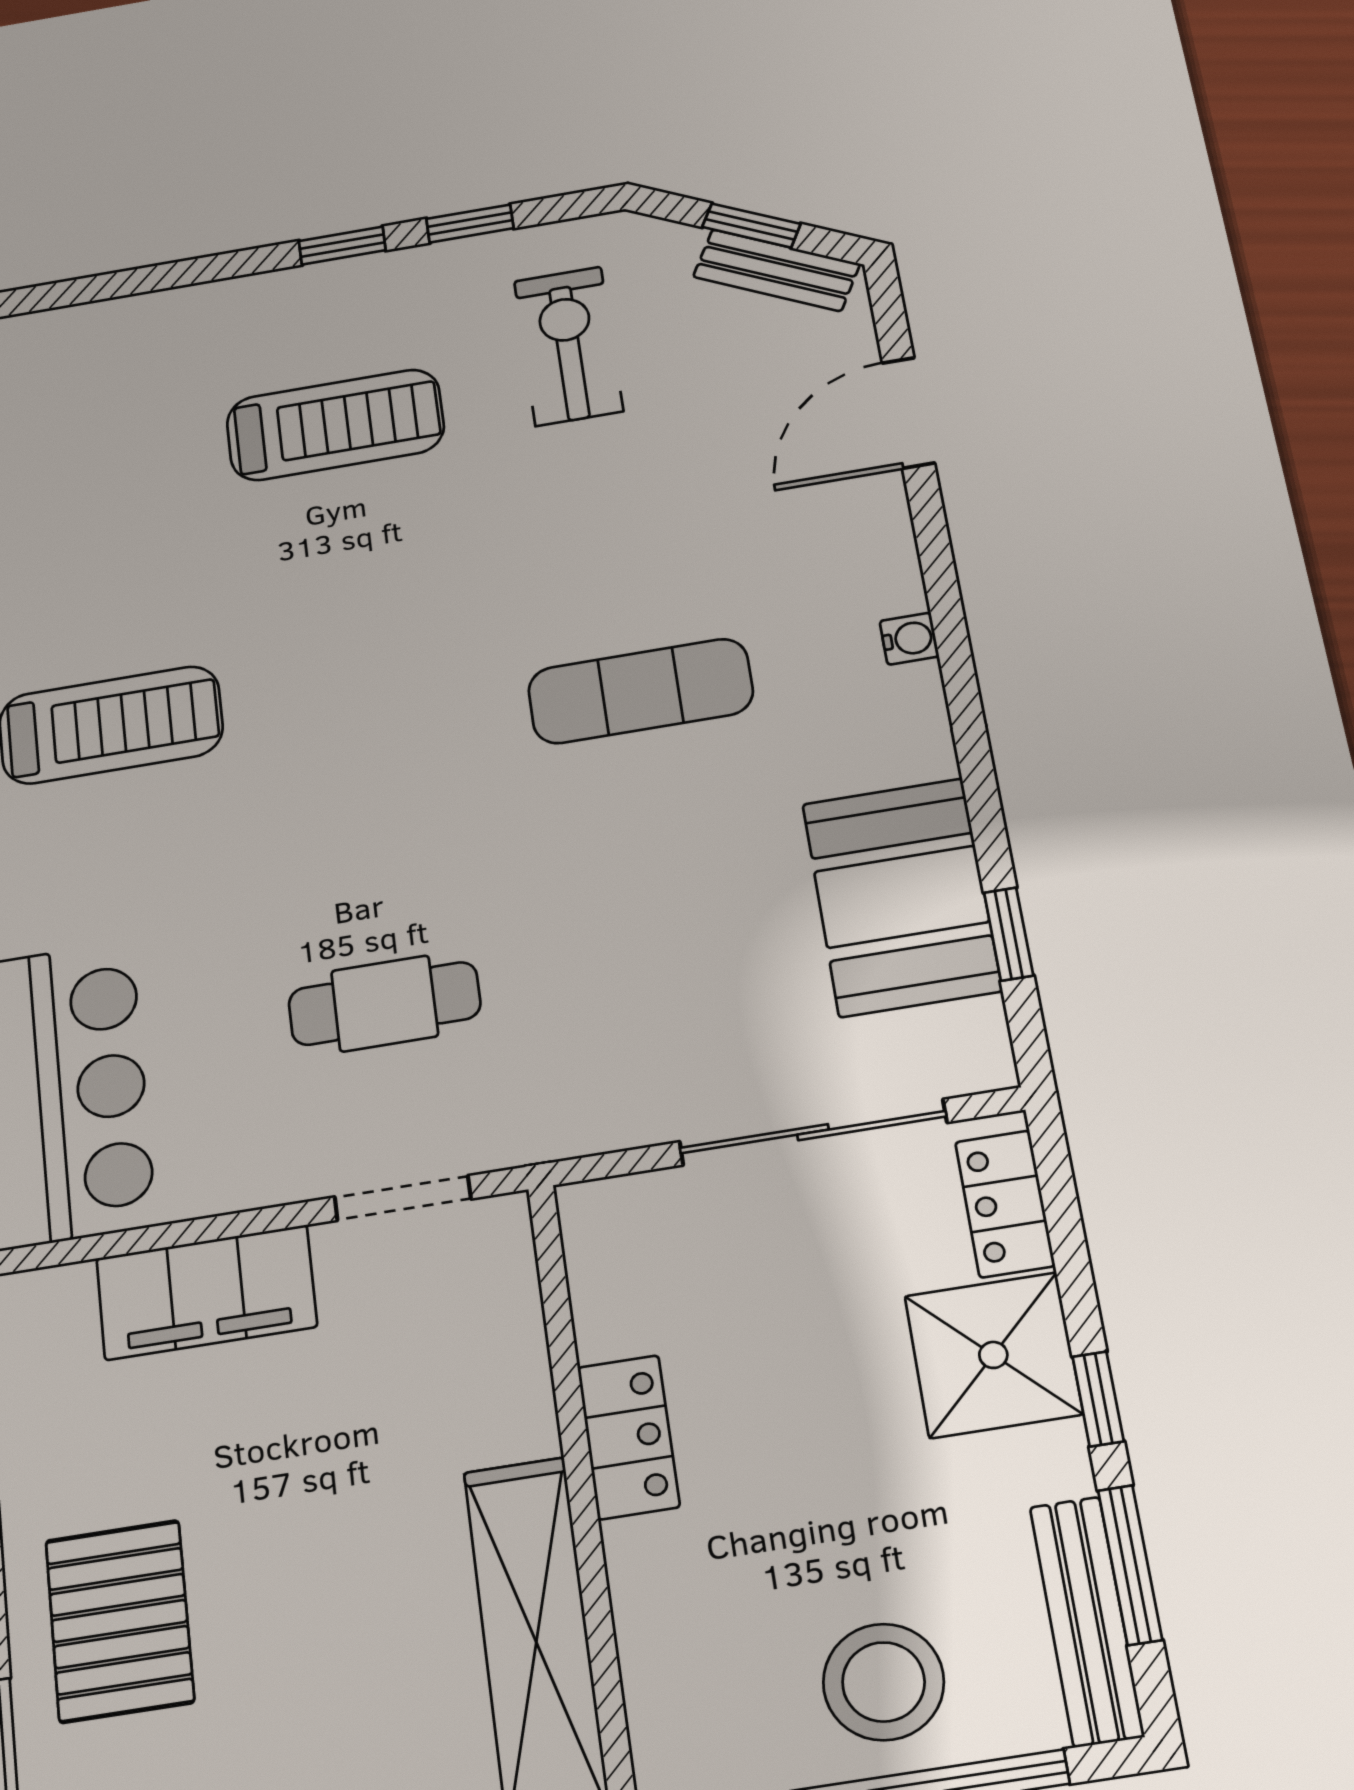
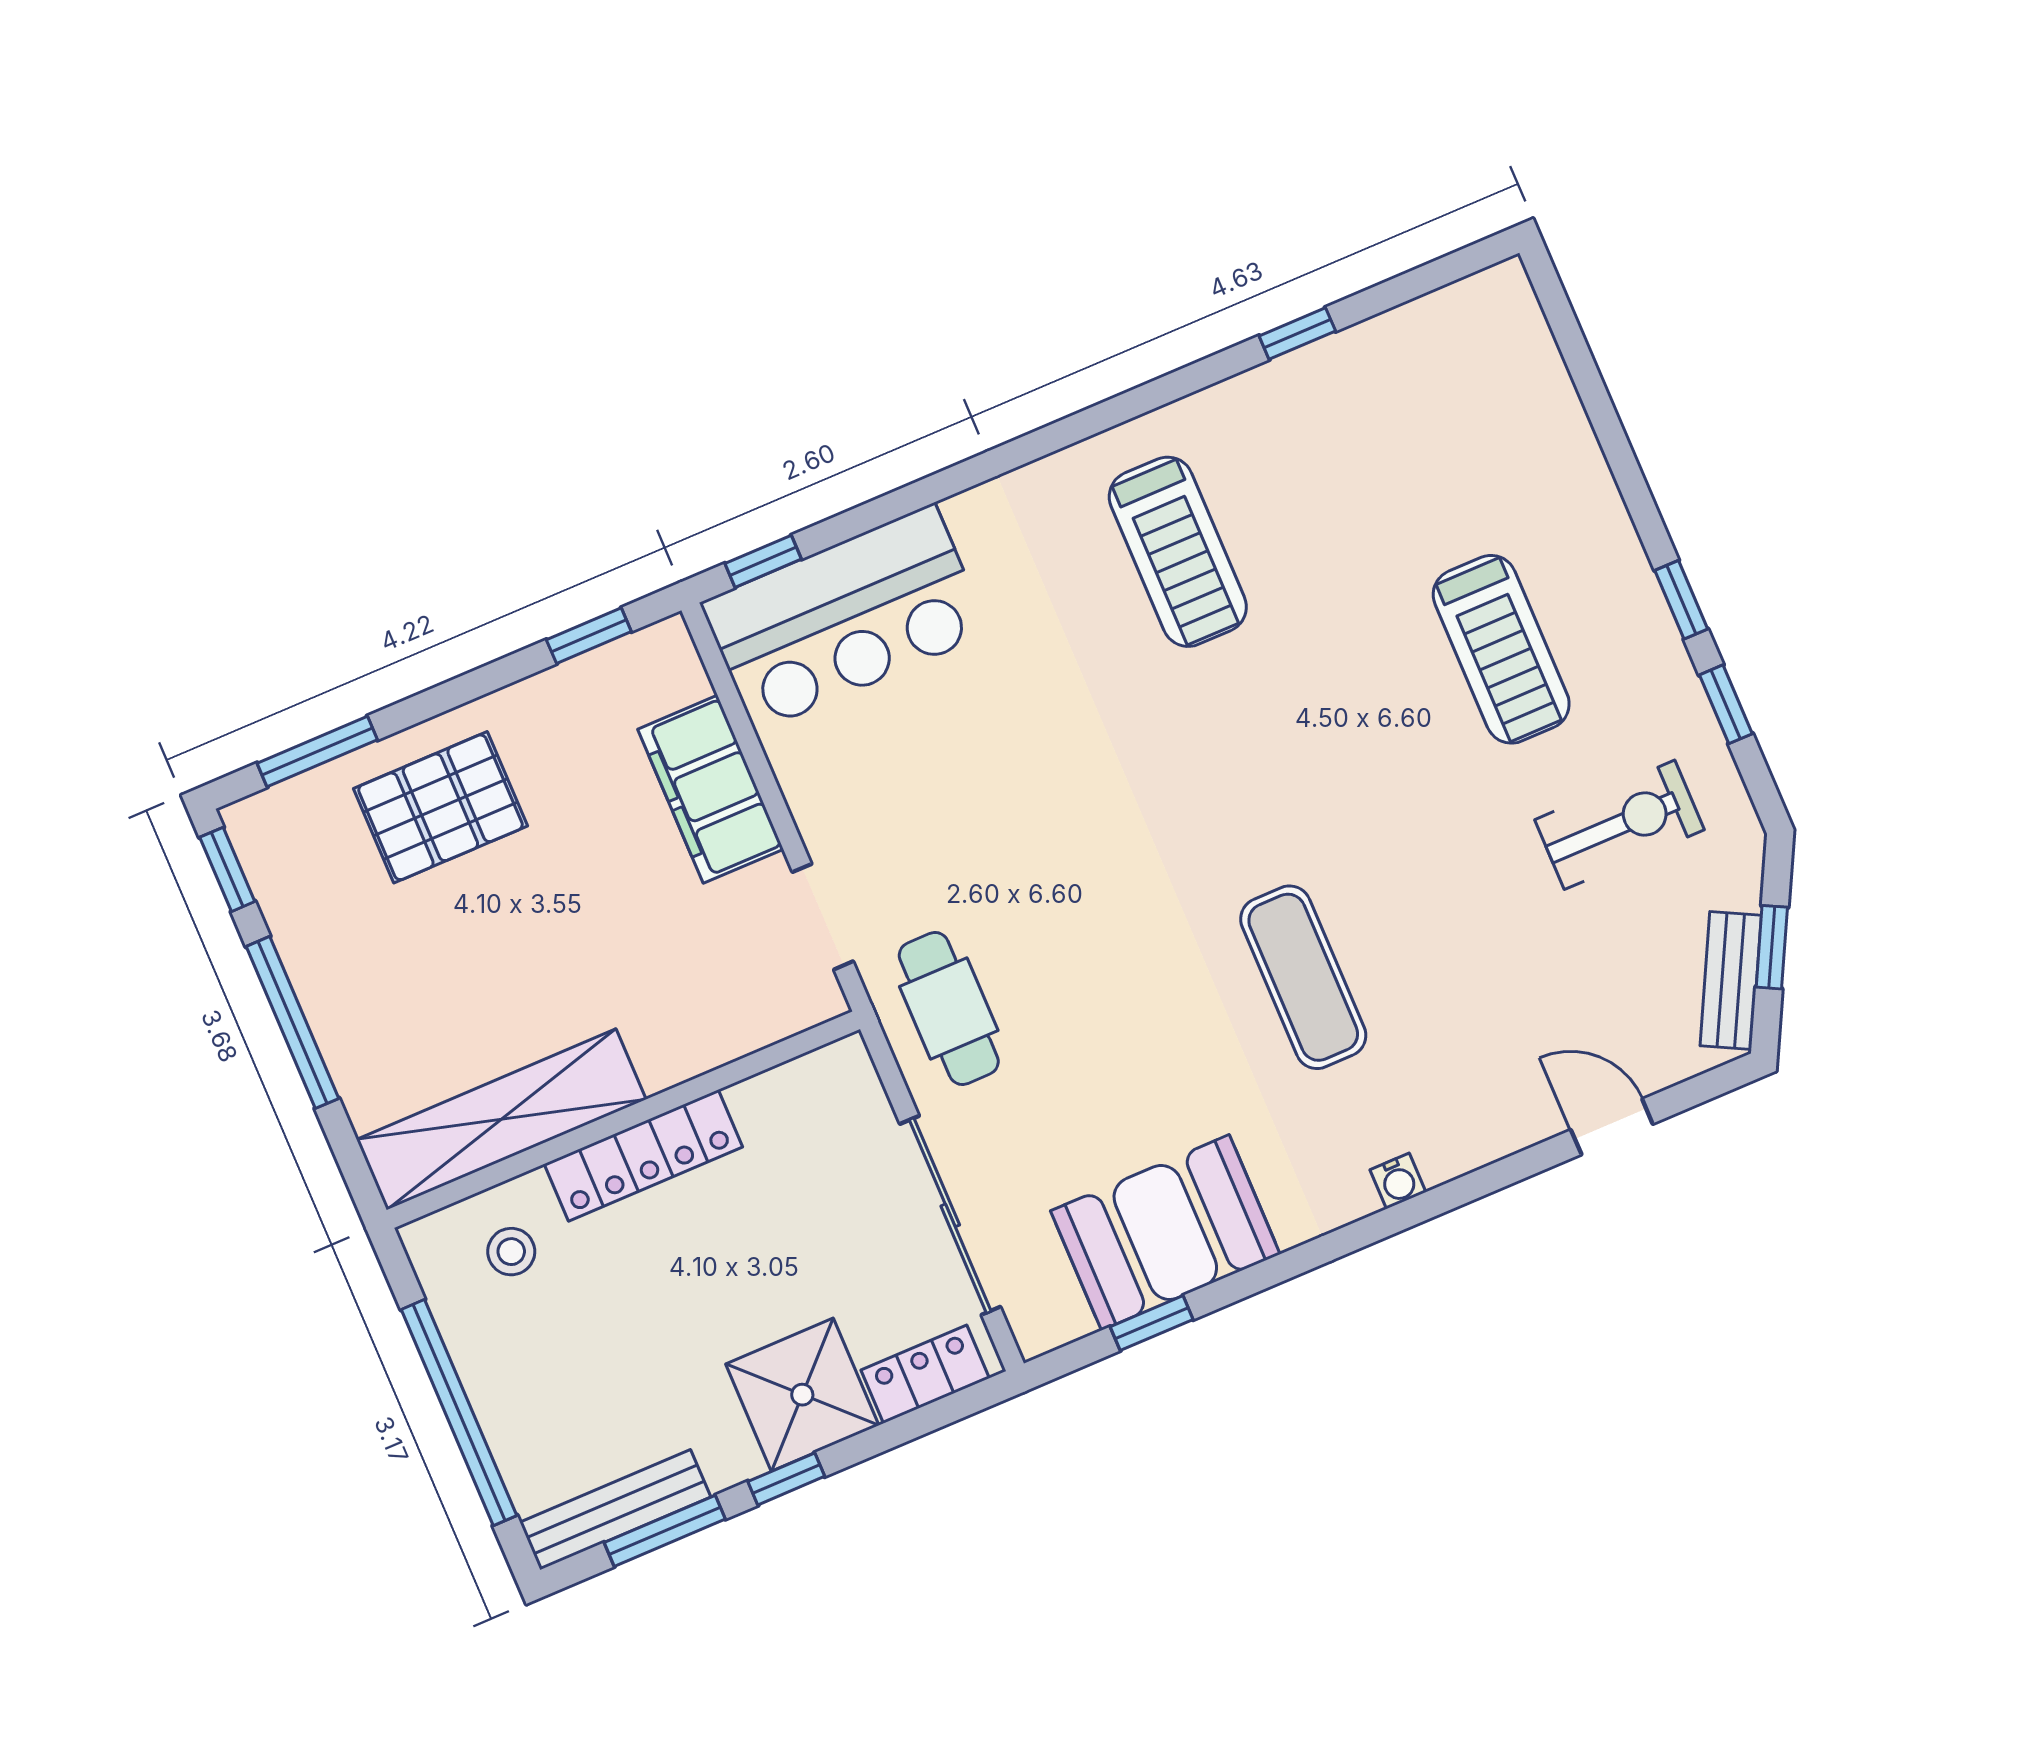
door: (908, 413) -> (1612, 1127), width x0.73
cafe table: (385, 1004) -> (949, 1008), moved
locker: (628, 1437) -> (643, 1156), width x1.53
stool: (883, 1682) -> (511, 1252), moved, width x0.53, depth x0.53

